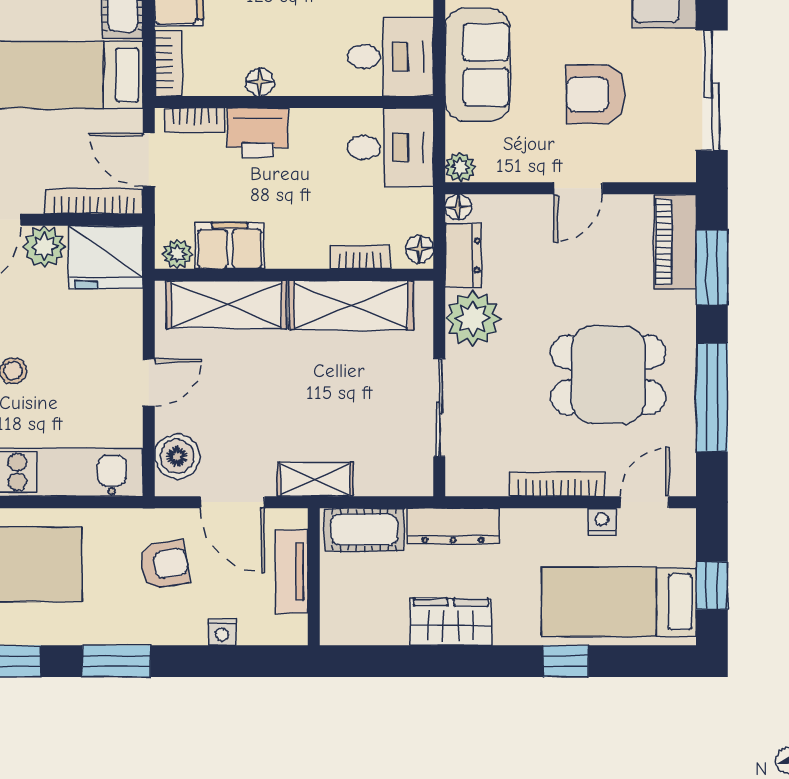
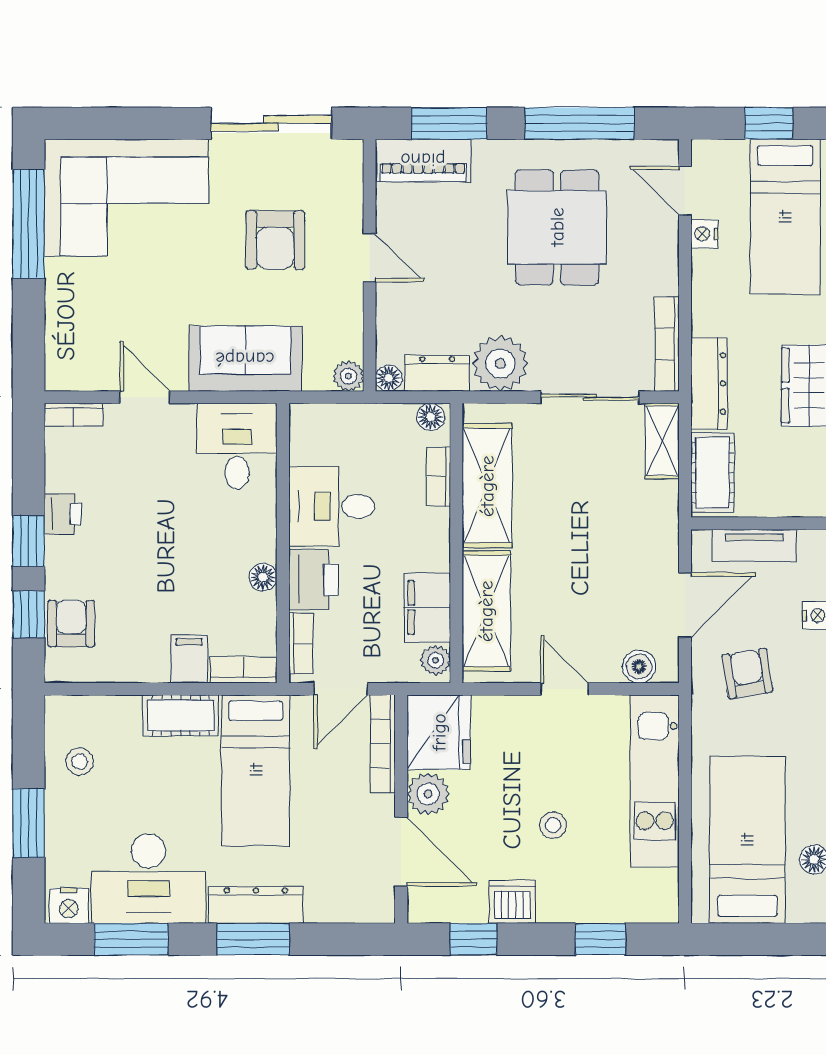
desk: (391, 148) -> (332, 506), moved, turned -90
boiler: (177, 456) -> (639, 667), width x0.73, depth x0.73
shelving: (315, 479) -> (662, 441), moved
bookcase: (557, 484) -> (667, 344), moved

